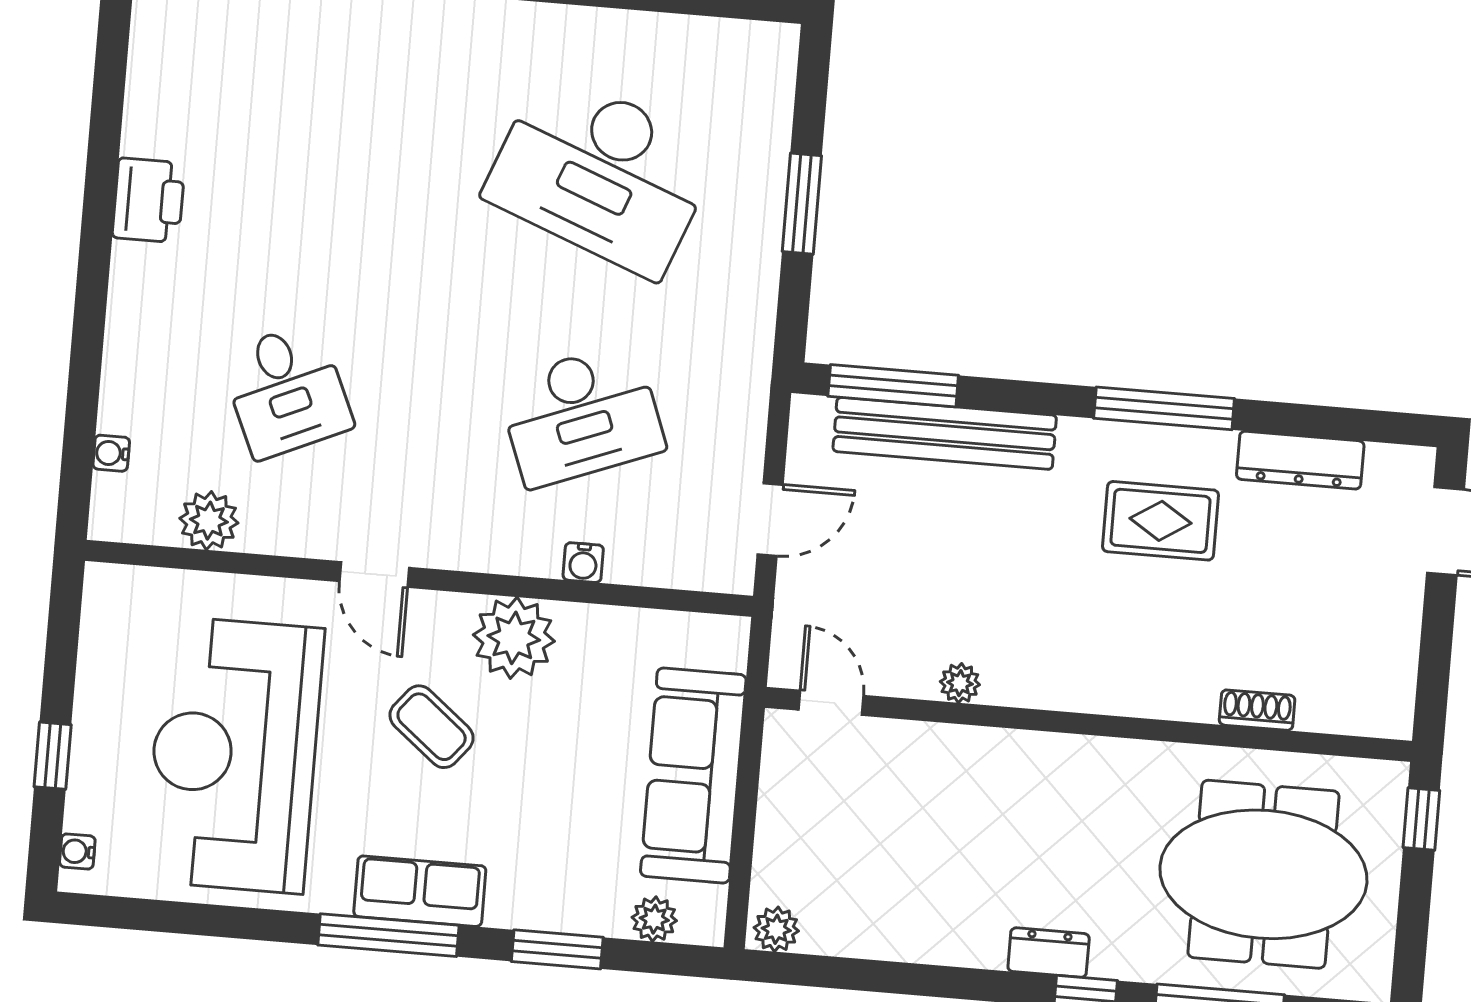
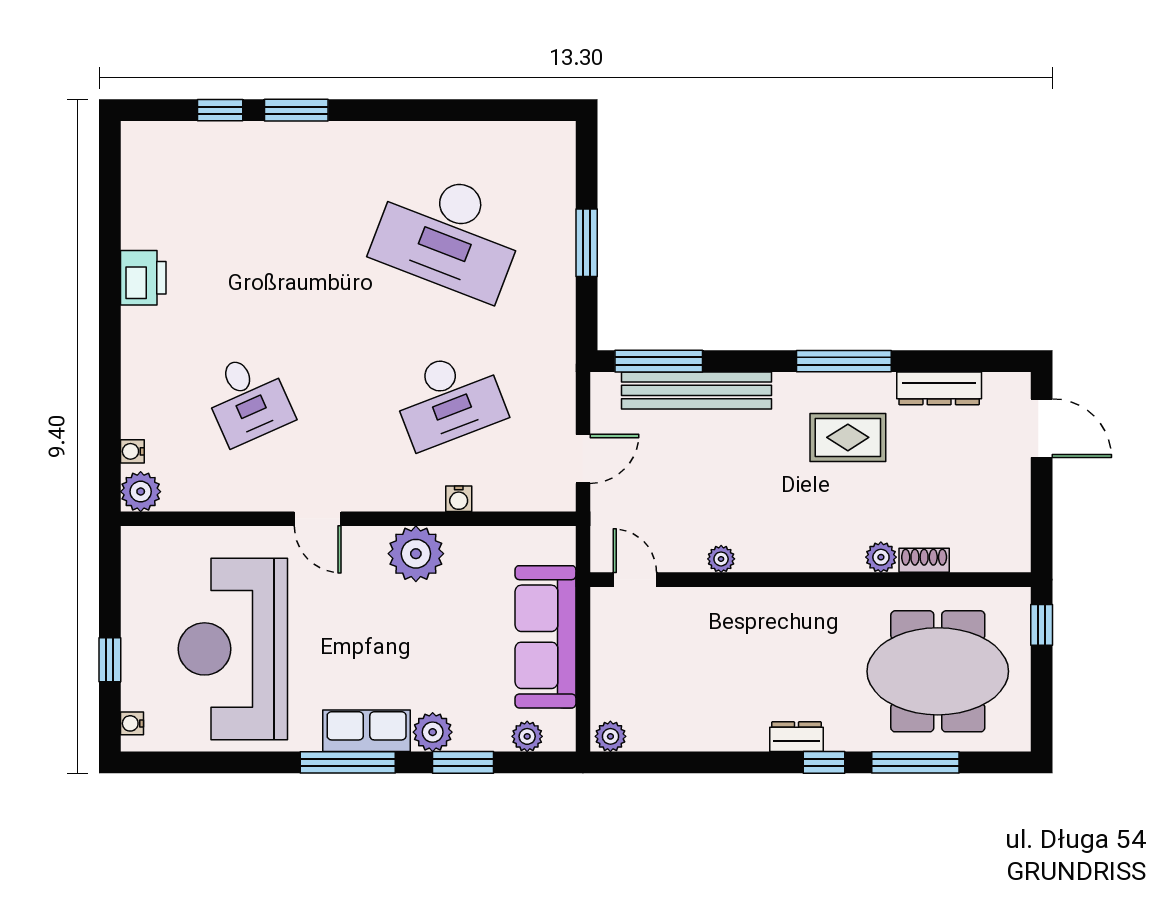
plant: (209, 521) -> (141, 492), moved
plant: (1194, 700) -> (881, 557), added
coffee table: (432, 727) -> (365, 619), removed
plant: (516, 901) -> (433, 732), added

